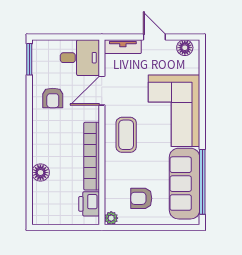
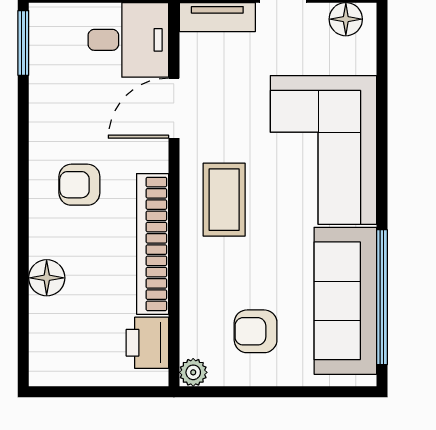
armchair: (53, 98) -> (79, 185), moved, turned 90

